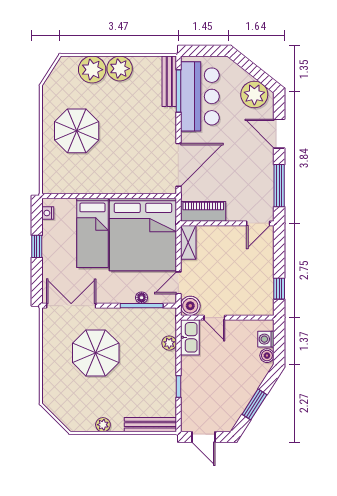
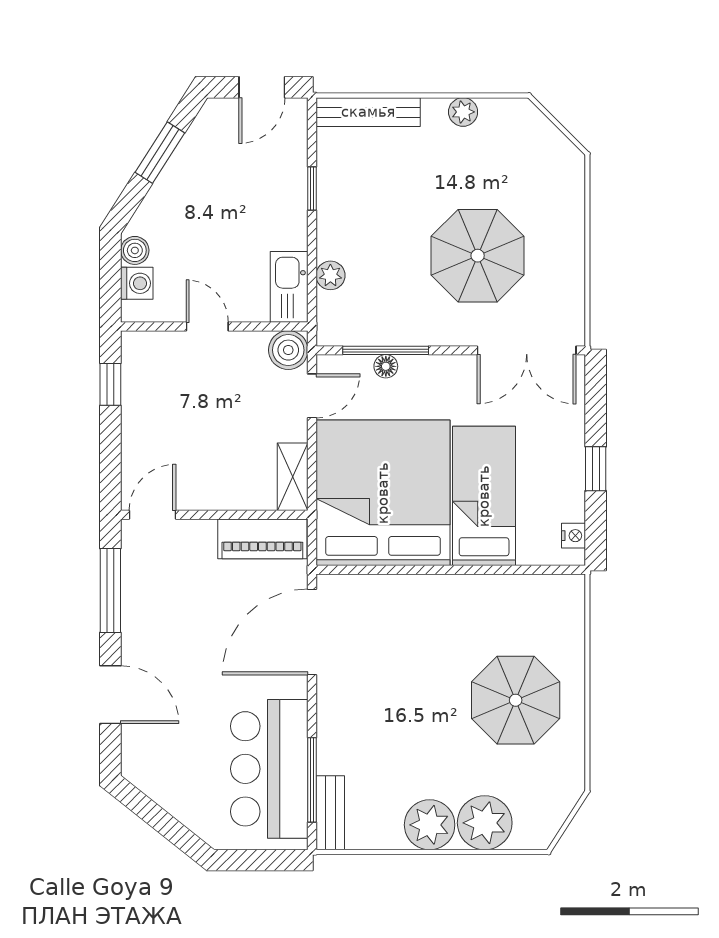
bench: (169, 81) -> (330, 813), width x0.73
plant: (254, 95) -> (160, 773), removed
door: (214, 318) -> (207, 326), moved
door: (203, 437) -> (262, 87), swing flipped

